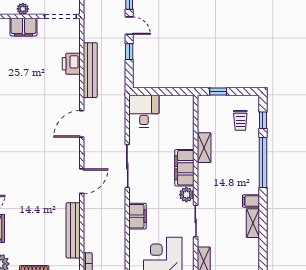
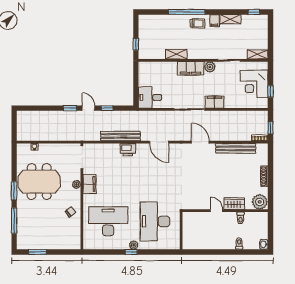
door: (129, 26) -> (88, 108), hinge flipped
printer: (71, 64) -> (128, 150), moved
trolley: (240, 120) -> (197, 23), moved
window: (263, 120) -> (254, 12), moved
filing cabinet: (138, 216) -> (215, 102), moved

